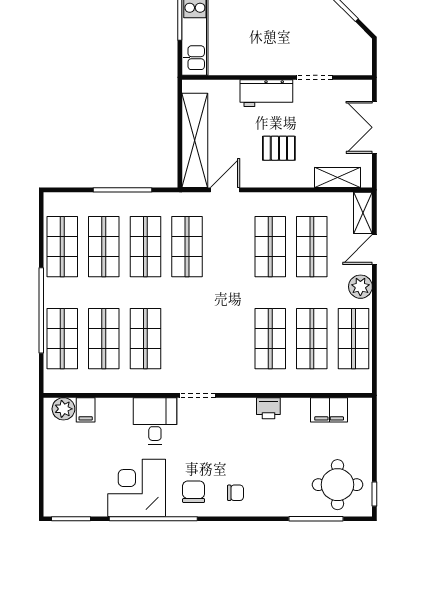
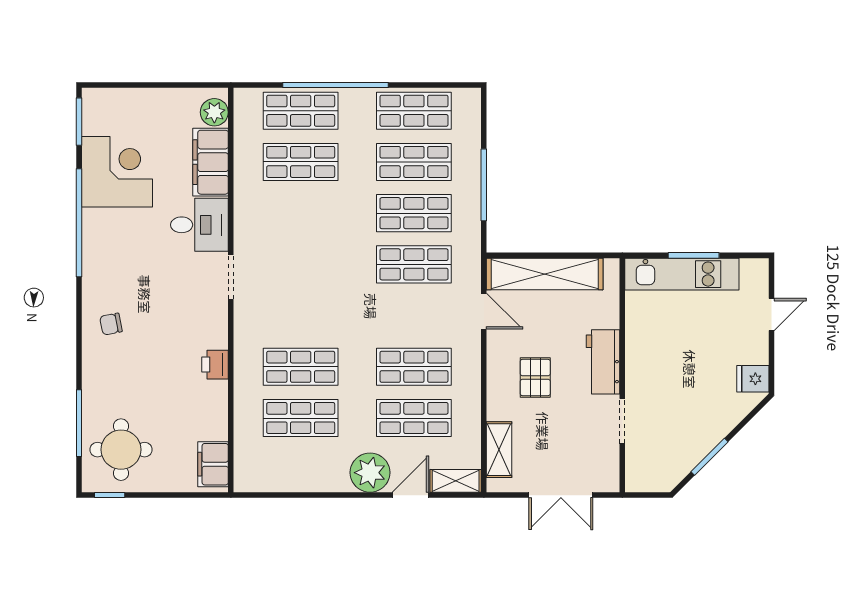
double door: (374, 127) -> (561, 495), swing flipped
door: (374, 250) -> (410, 495), hinge flipped
plant: (360, 287) -> (370, 473), width x1.36, depth x1.36
shop shelf: (145, 339) -> (301, 213), removed
shop shelf: (353, 339) -> (301, 469), removed
filing cabinet: (86, 410) -> (211, 162), width x3.00, depth x1.17
filing cabinet: (329, 410) -> (213, 464), moved
corner desk: (137, 488) -> (117, 172), moved
chair: (194, 492) -> (112, 272), removed
chair: (236, 493) -> (111, 324), turned 79

